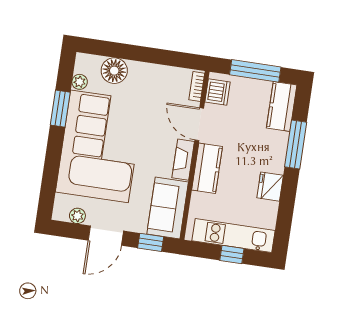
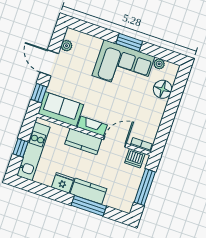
kitchen counter: (282, 106) -> (88, 191), moved
window: (60, 109) -> (129, 42), moved
corner sofa: (99, 146) -> (123, 66), width x0.73, depth x0.74

